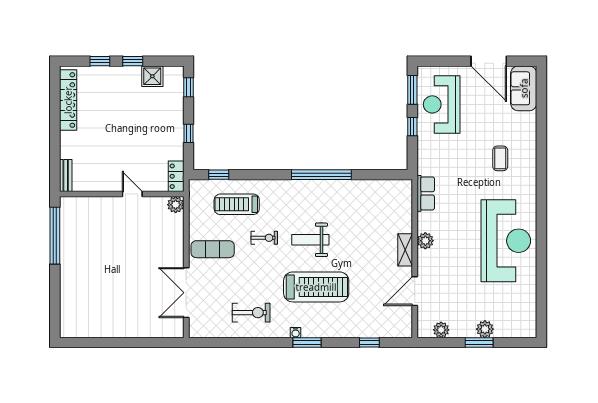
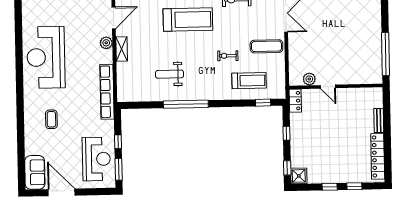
shower: (152, 76) -> (299, 176), moved
bench: (66, 176) -> (379, 120), moved
row of seats: (426, 193) -> (107, 92), width x2.02
plant: (176, 205) -> (309, 79), moved
weight bench: (310, 240) -> (170, 74), moved, turned 180
plant: (425, 241) -> (106, 43), moved
treadmill: (316, 287) -> (188, 20), turned 180

